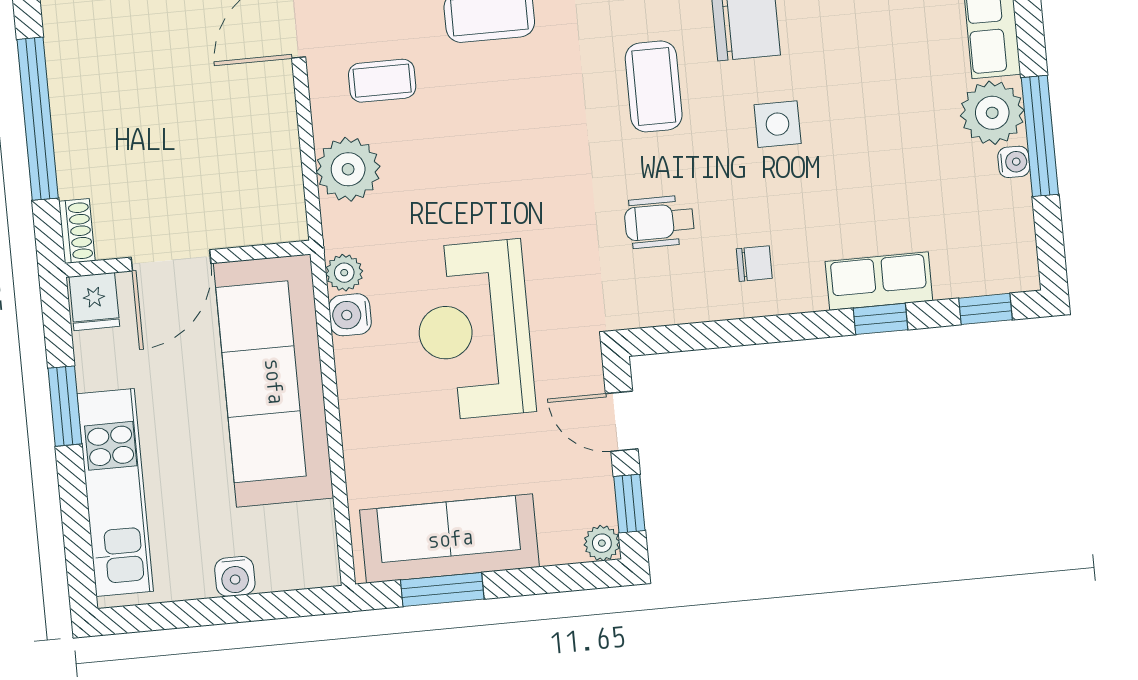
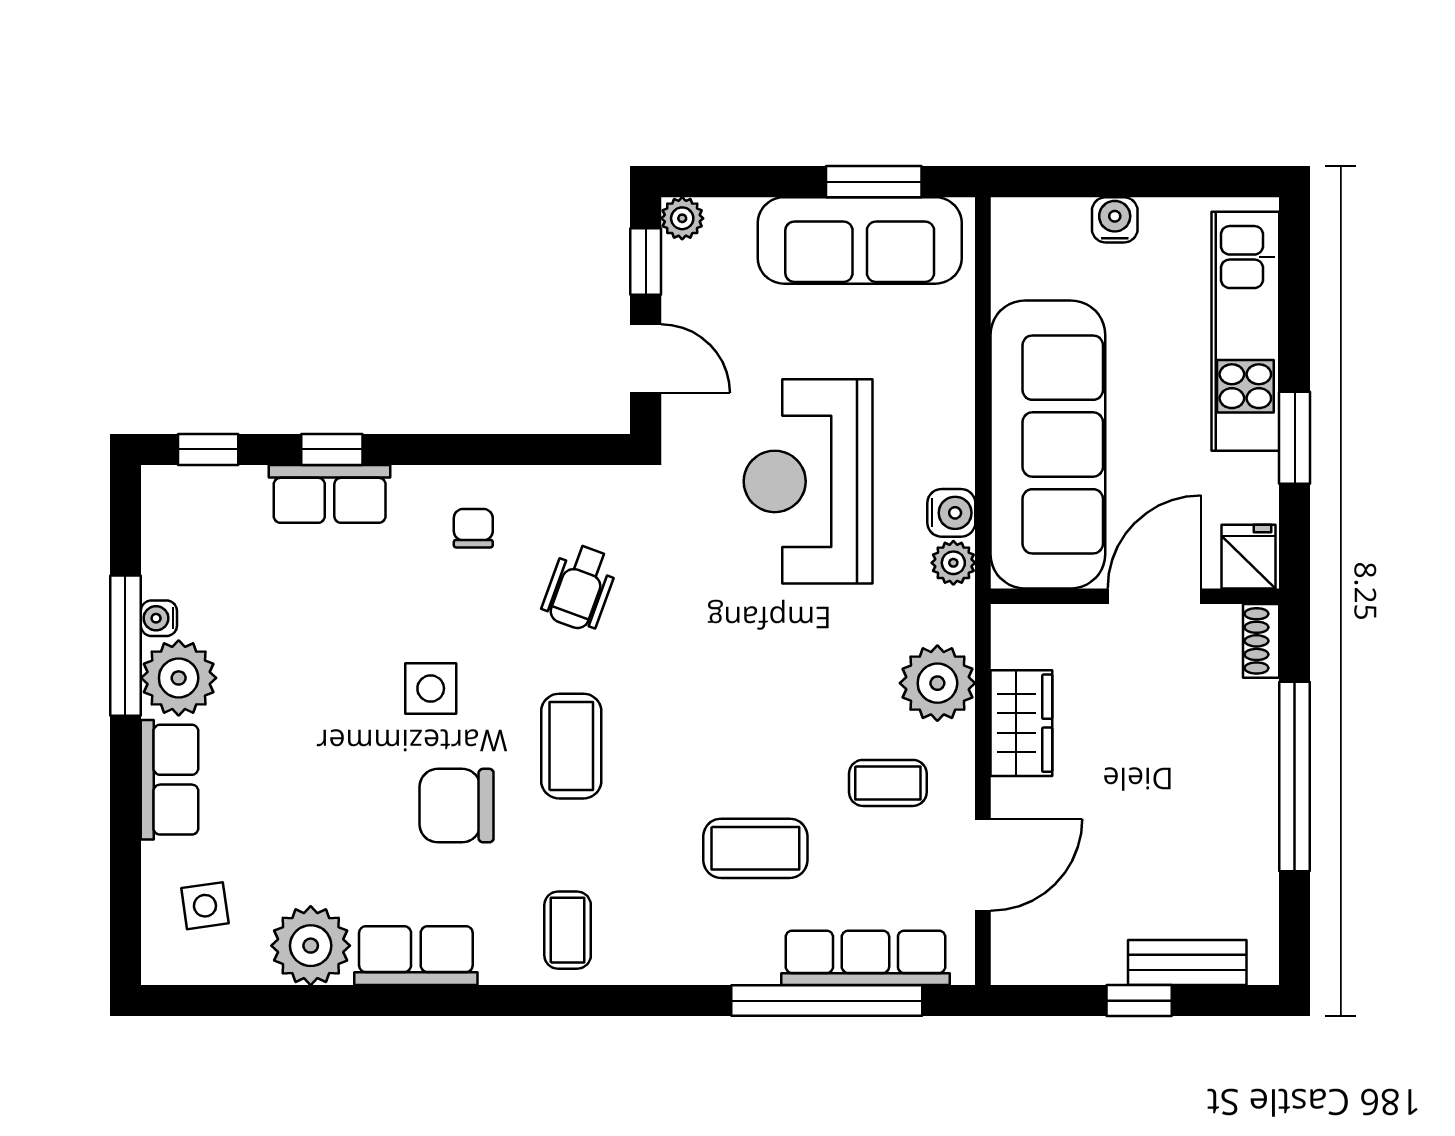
wardrobe: (274, 142) -> (1021, 723), added
wheelchair: (659, 222) -> (580, 587), turned 110
chair: (754, 264) -> (473, 528), turned 90
reception desk: (474, 330) -> (808, 481), turned 180

